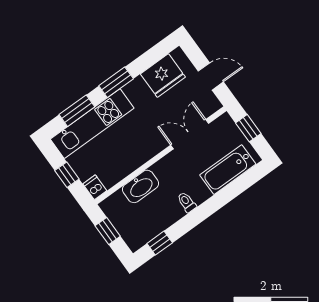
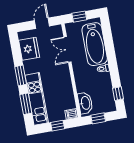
bathtub: (228, 170) -> (95, 44), width x1.36, depth x1.36
washbasin: (140, 186) -> (85, 103), moved

